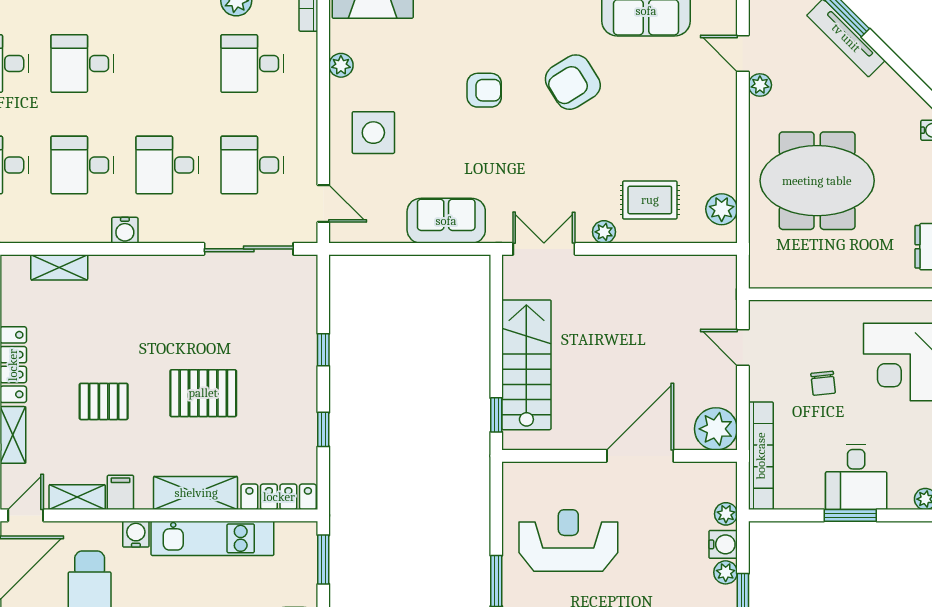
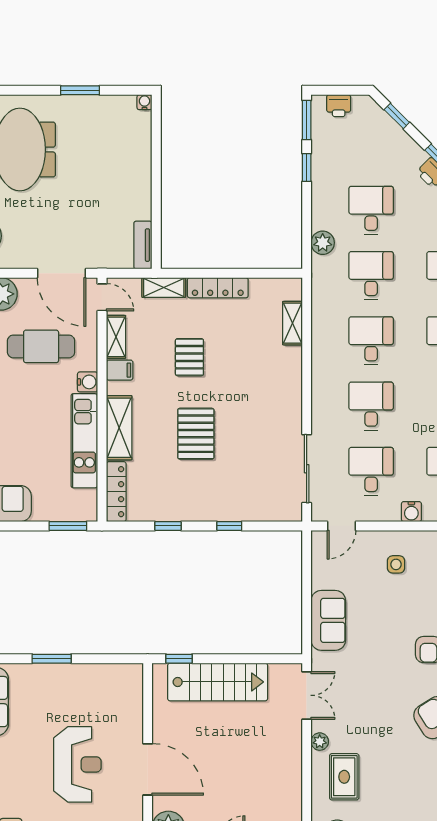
side table: (373, 133) -> (396, 564), width x0.54, depth x0.54
water cooler: (125, 230) -> (411, 512), moved, turned -90
reception desk: (568, 540) -> (77, 764), moved

